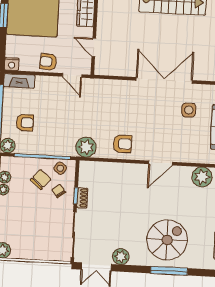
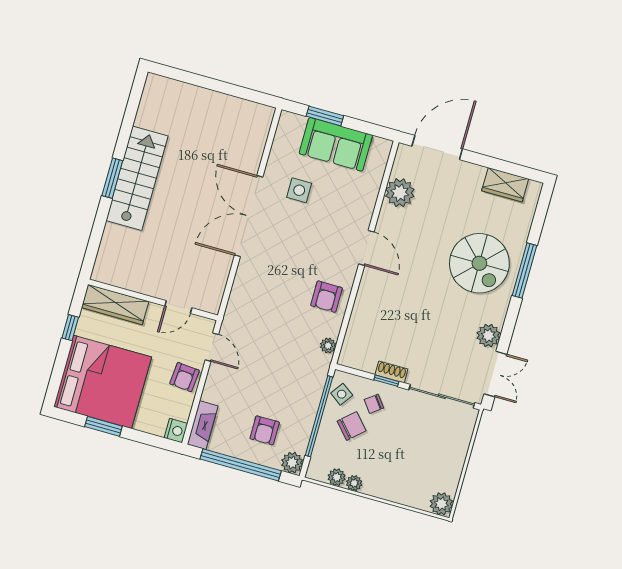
door: (72, 75) -> (212, 347), hinge flipped
armchair: (25, 123) -> (265, 430), turned 180
armchair: (122, 144) -> (327, 297), turned 180
plant: (86, 147) -> (328, 346), width x0.53, depth x0.53
chair: (41, 180) -> (352, 426), turned 97
spiral stairs: (167, 240) -> (479, 263), turned 180

